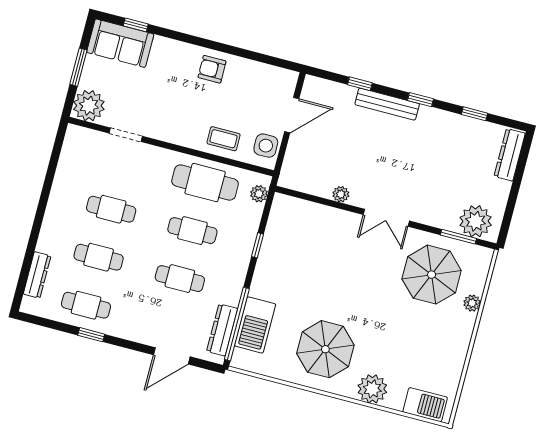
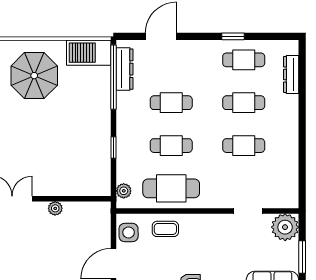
barbecue: (255, 325) -> (89, 53), moved, turned -90

